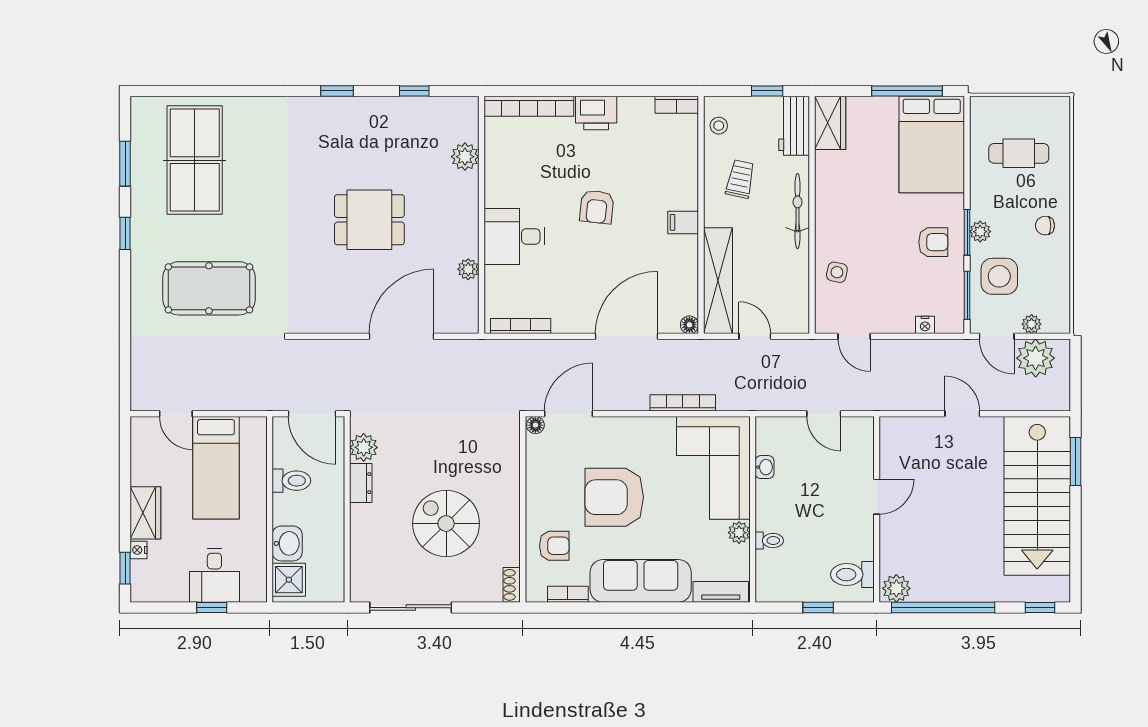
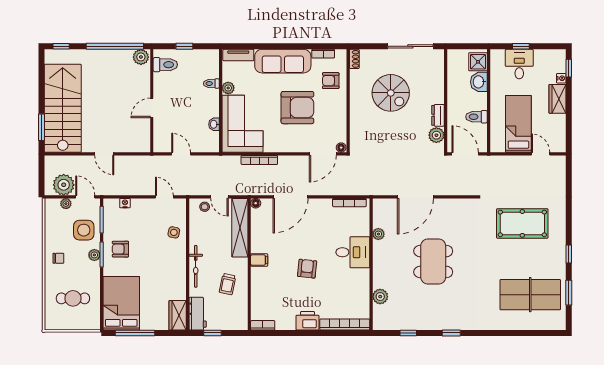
stool: (719, 126) -> (205, 207), moved
table tennis table: (195, 160) -> (530, 295), turned 90
dining table: (369, 220) -> (433, 262), width x1.37

